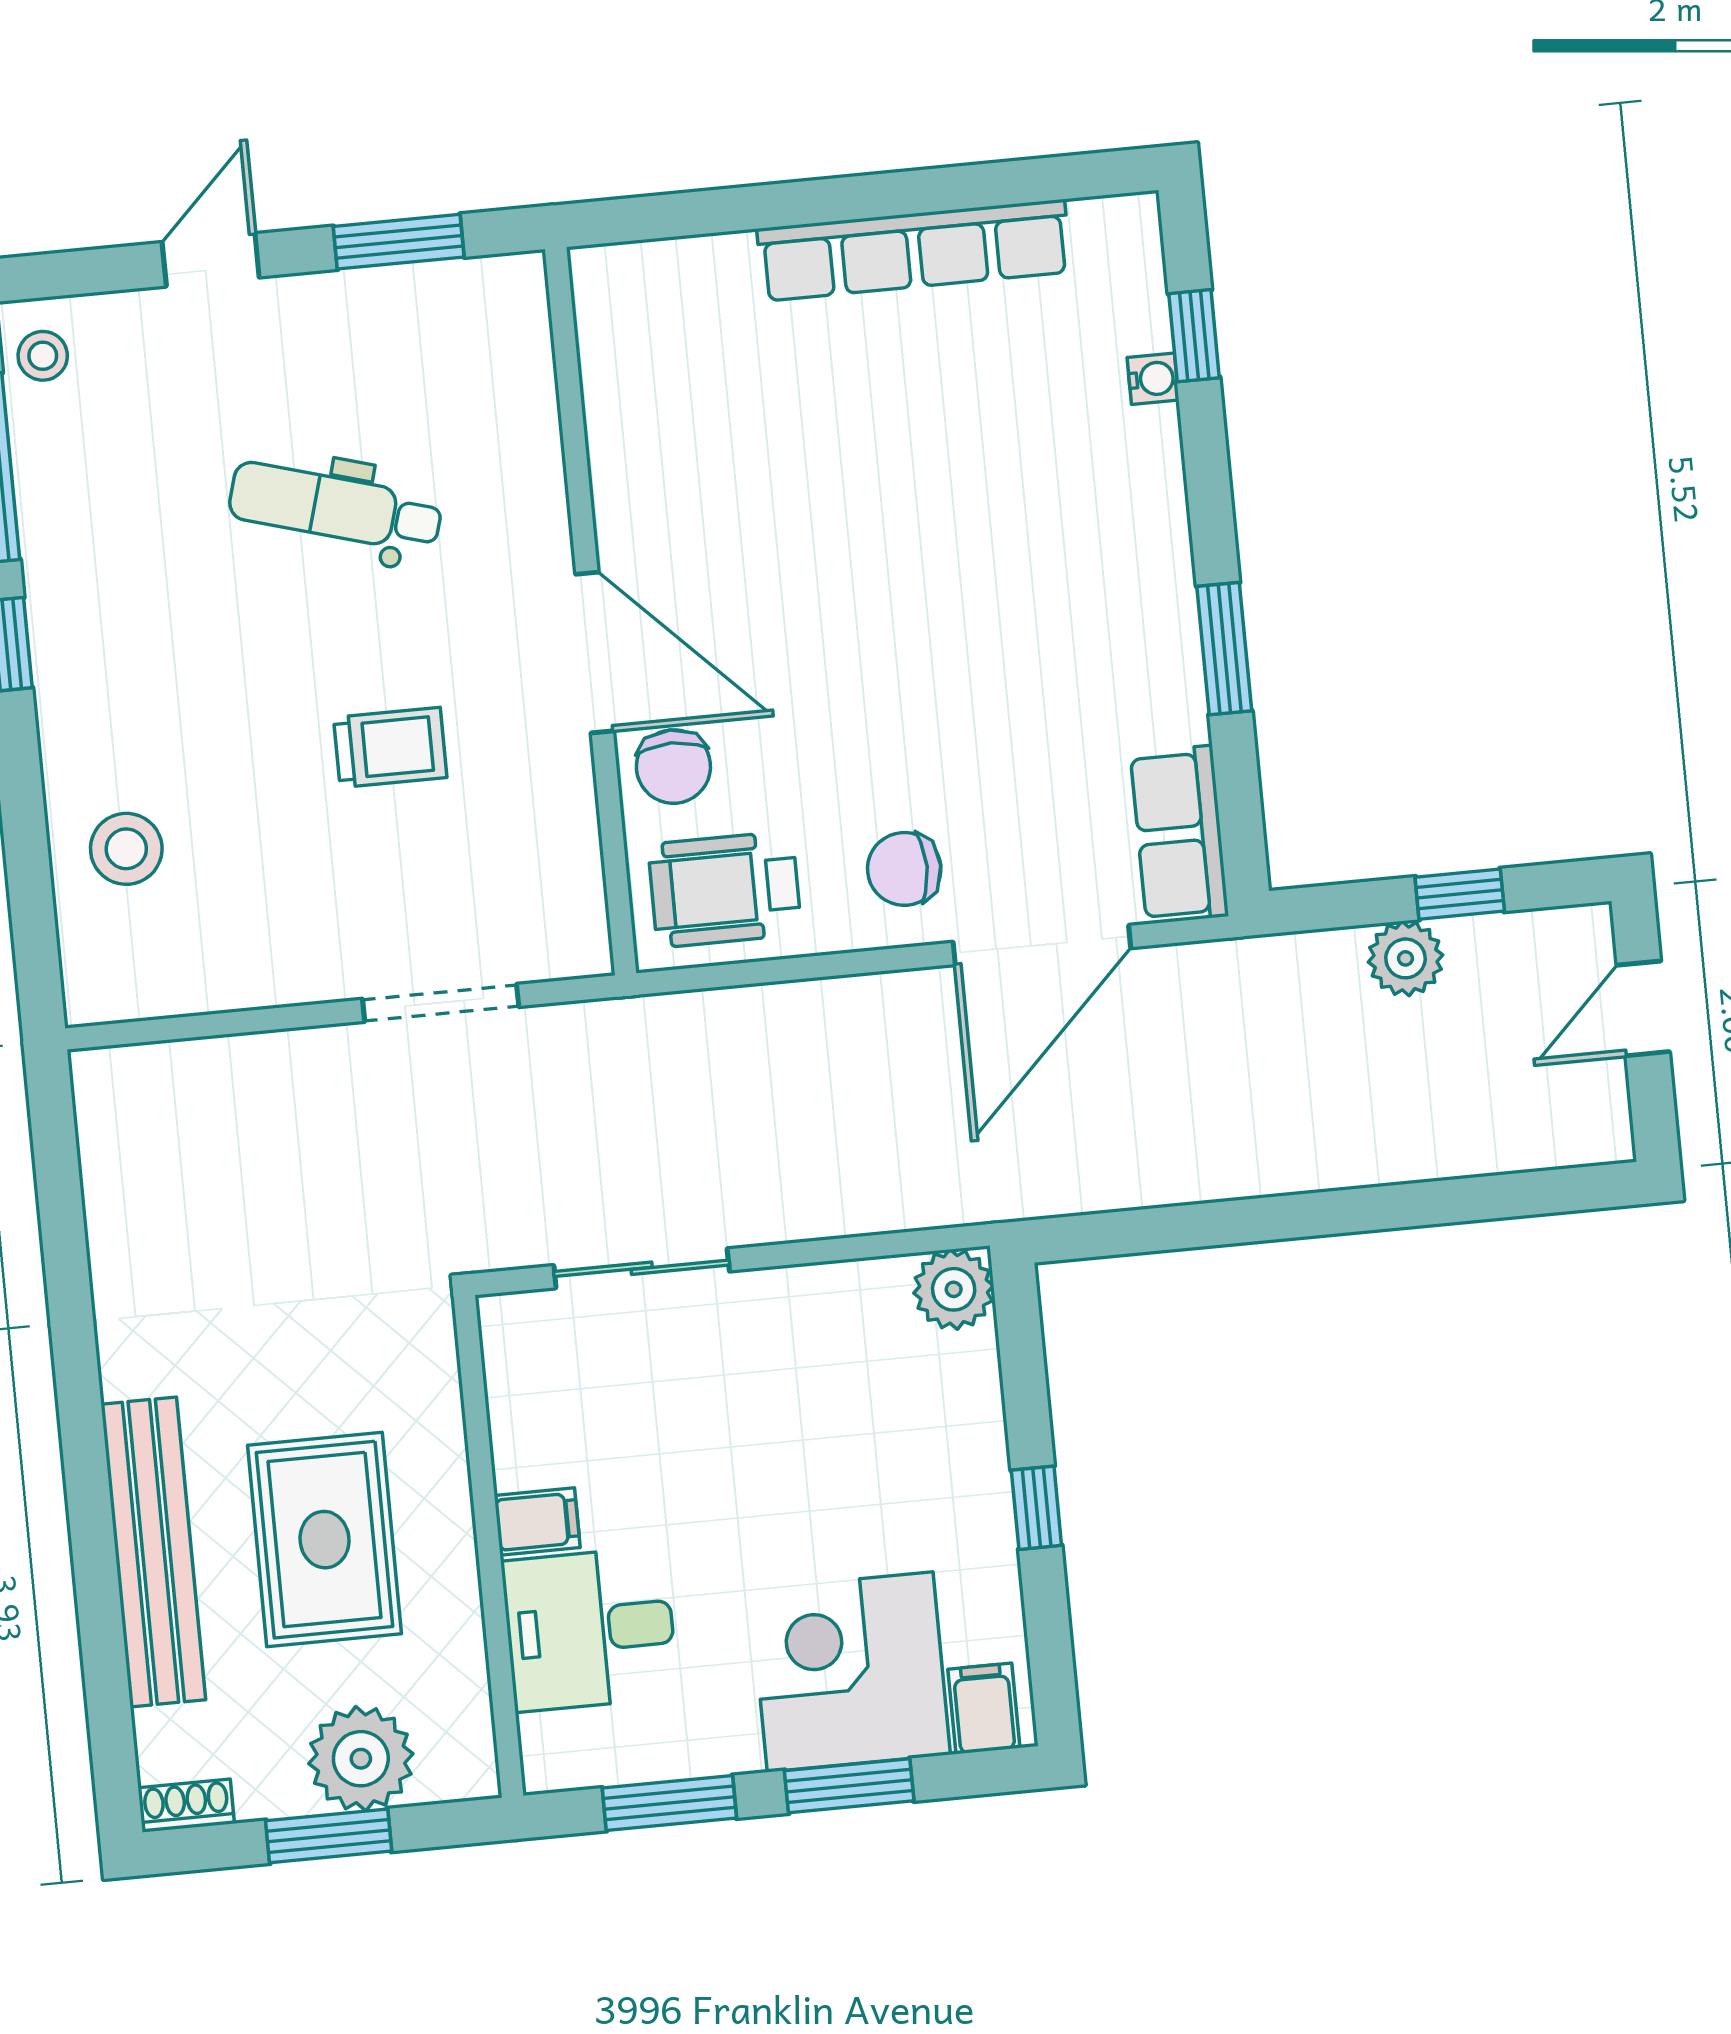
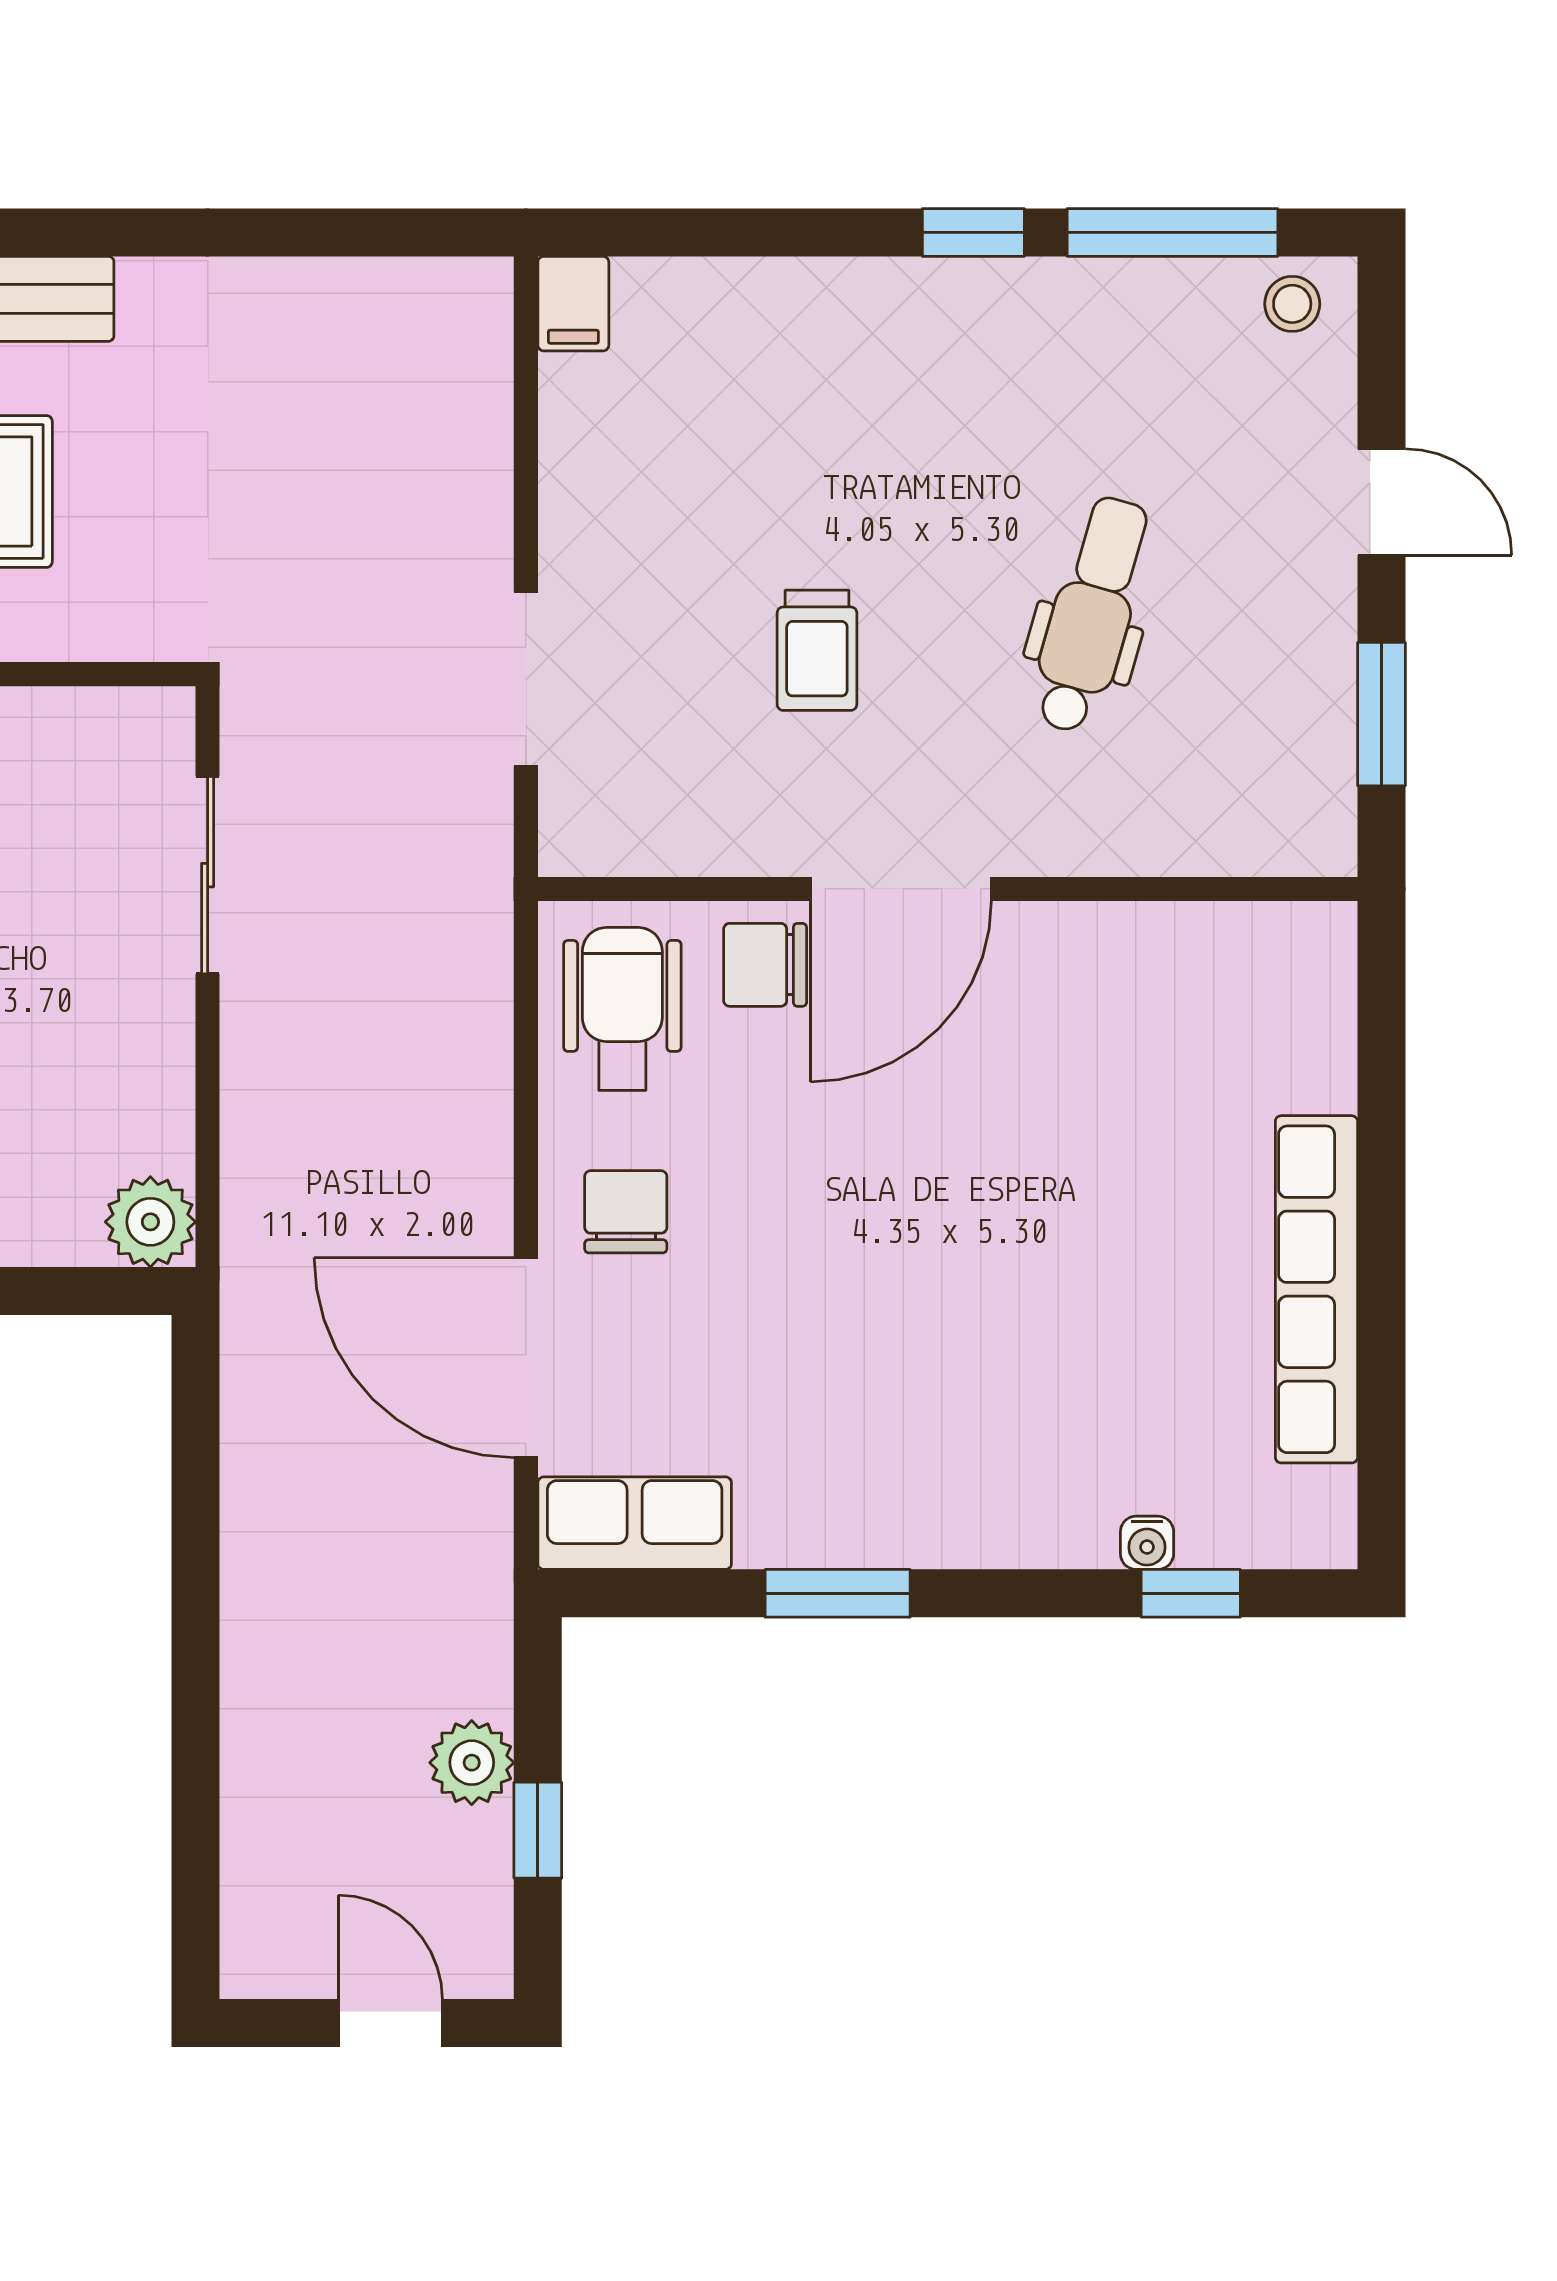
stool: (126, 849) -> (732, 344), removed
filing cabinet: (104, 993) -> (573, 304), added

